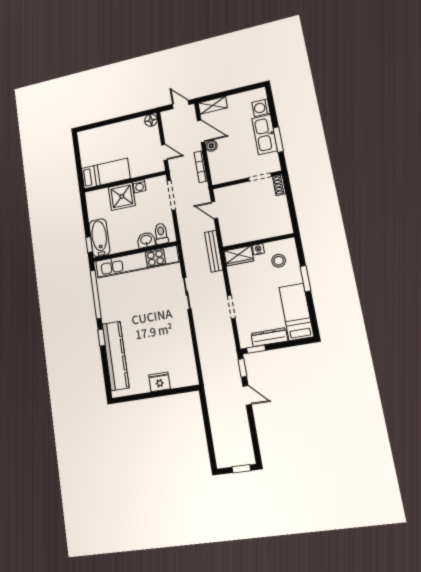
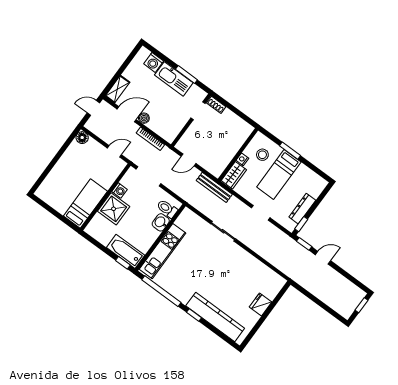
kitchen unit: (137, 262) -> (162, 251), width x0.73
bed: (296, 312) -> (279, 175), moved, turned -90

